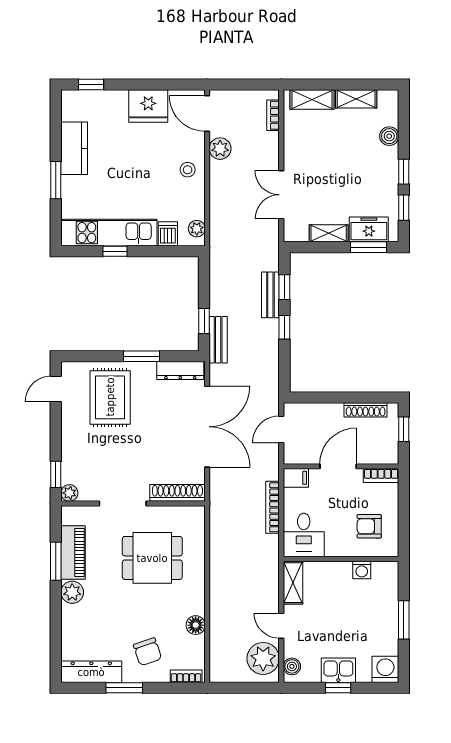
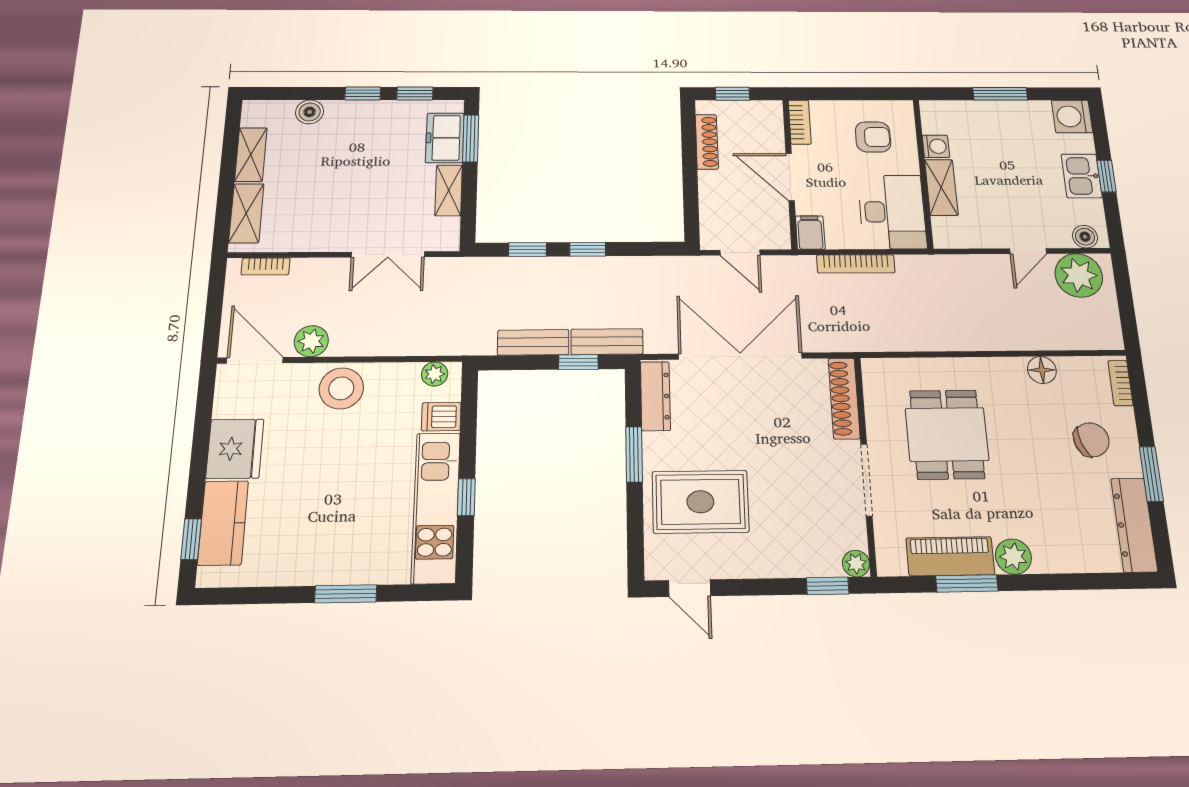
door: (207, 114) -> (255, 360), swing flipped
kitchen counter: (74, 148) -> (223, 523), moved, turned 90
stool: (188, 170) -> (341, 388), width x1.89, depth x1.89
bench: (270, 295) -> (533, 342), moved
armchair: (369, 526) -> (873, 137), turned -90
desk: (304, 535) -> (892, 212), width x1.37
shelving: (293, 583) -> (941, 187), moved, turned 90

